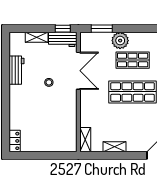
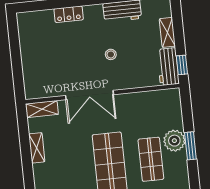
window: (102, 29) -> (190, 146), moved
double door: (78, 71) -> (89, 95), moved
locker: (15, 141) -> (69, 14), moved

